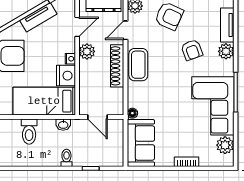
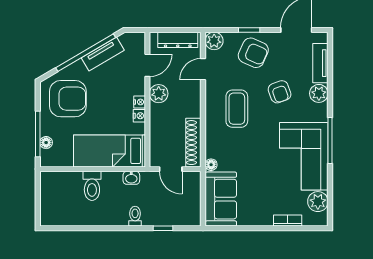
coffee table: (138, 65) -> (237, 109), moved
shoe rack: (117, 66) -> (193, 143), moved
nightstand: (66, 76) -> (139, 116), width x0.53, depth x0.56
bookcase: (187, 162) -> (288, 221), moved

